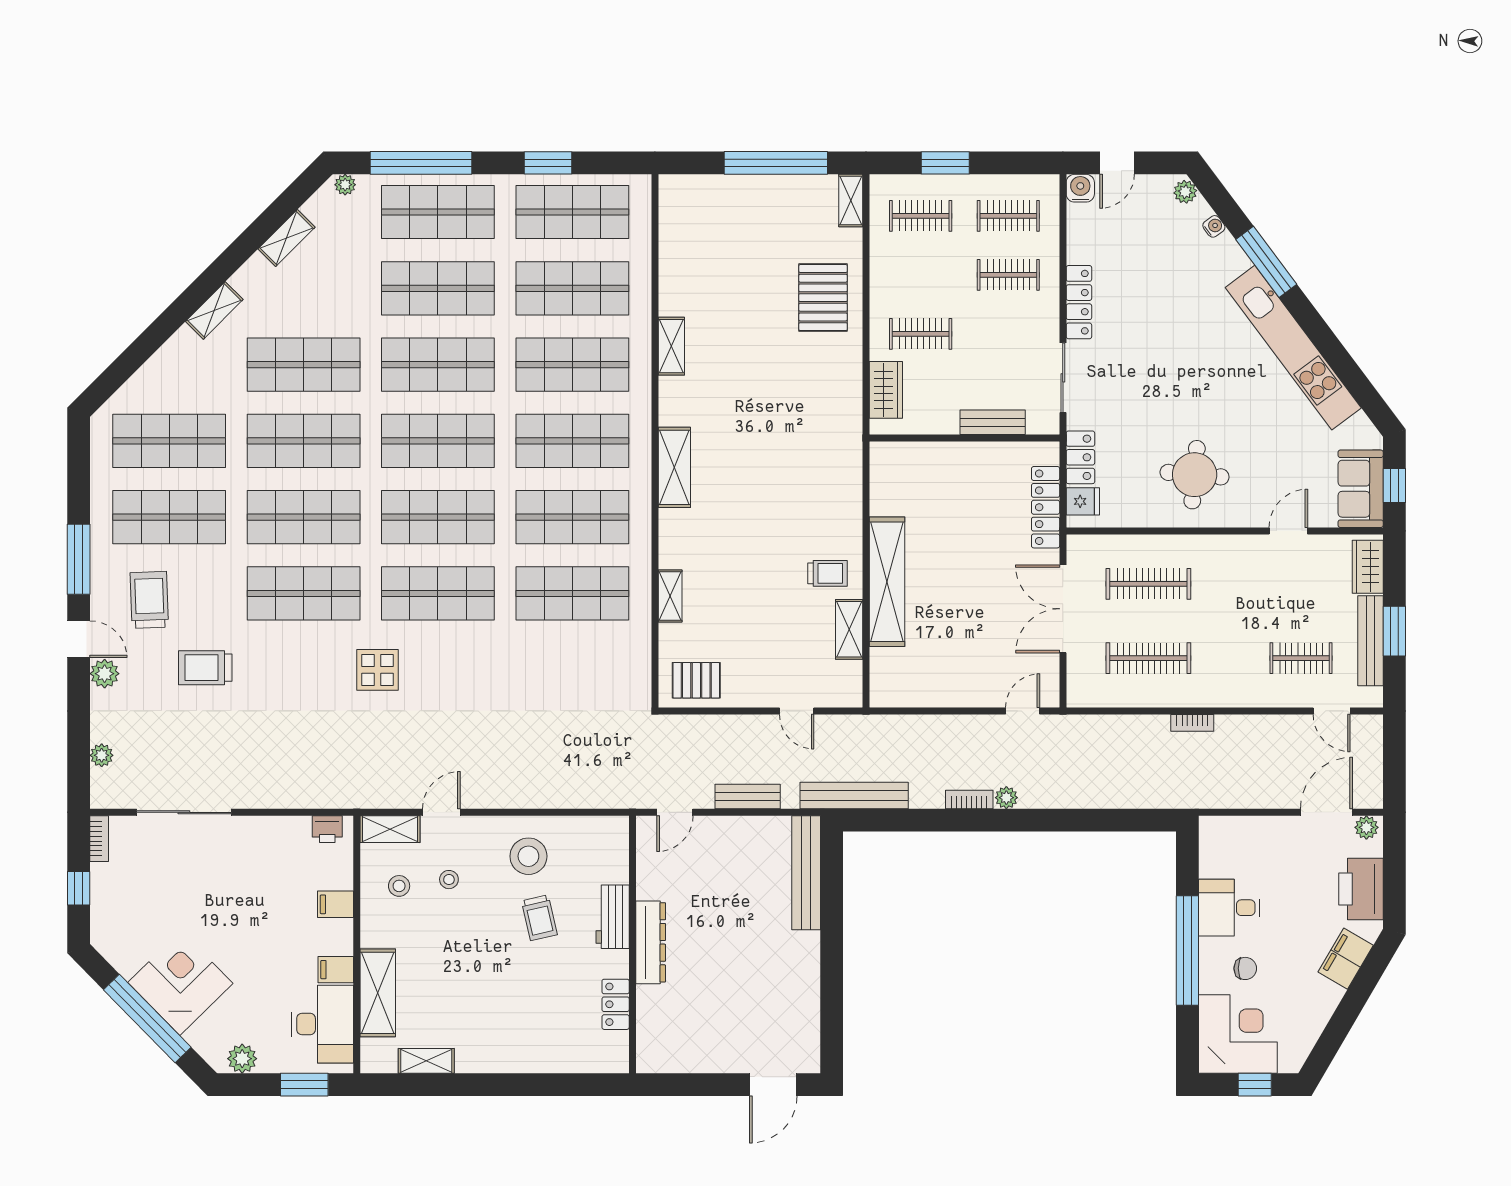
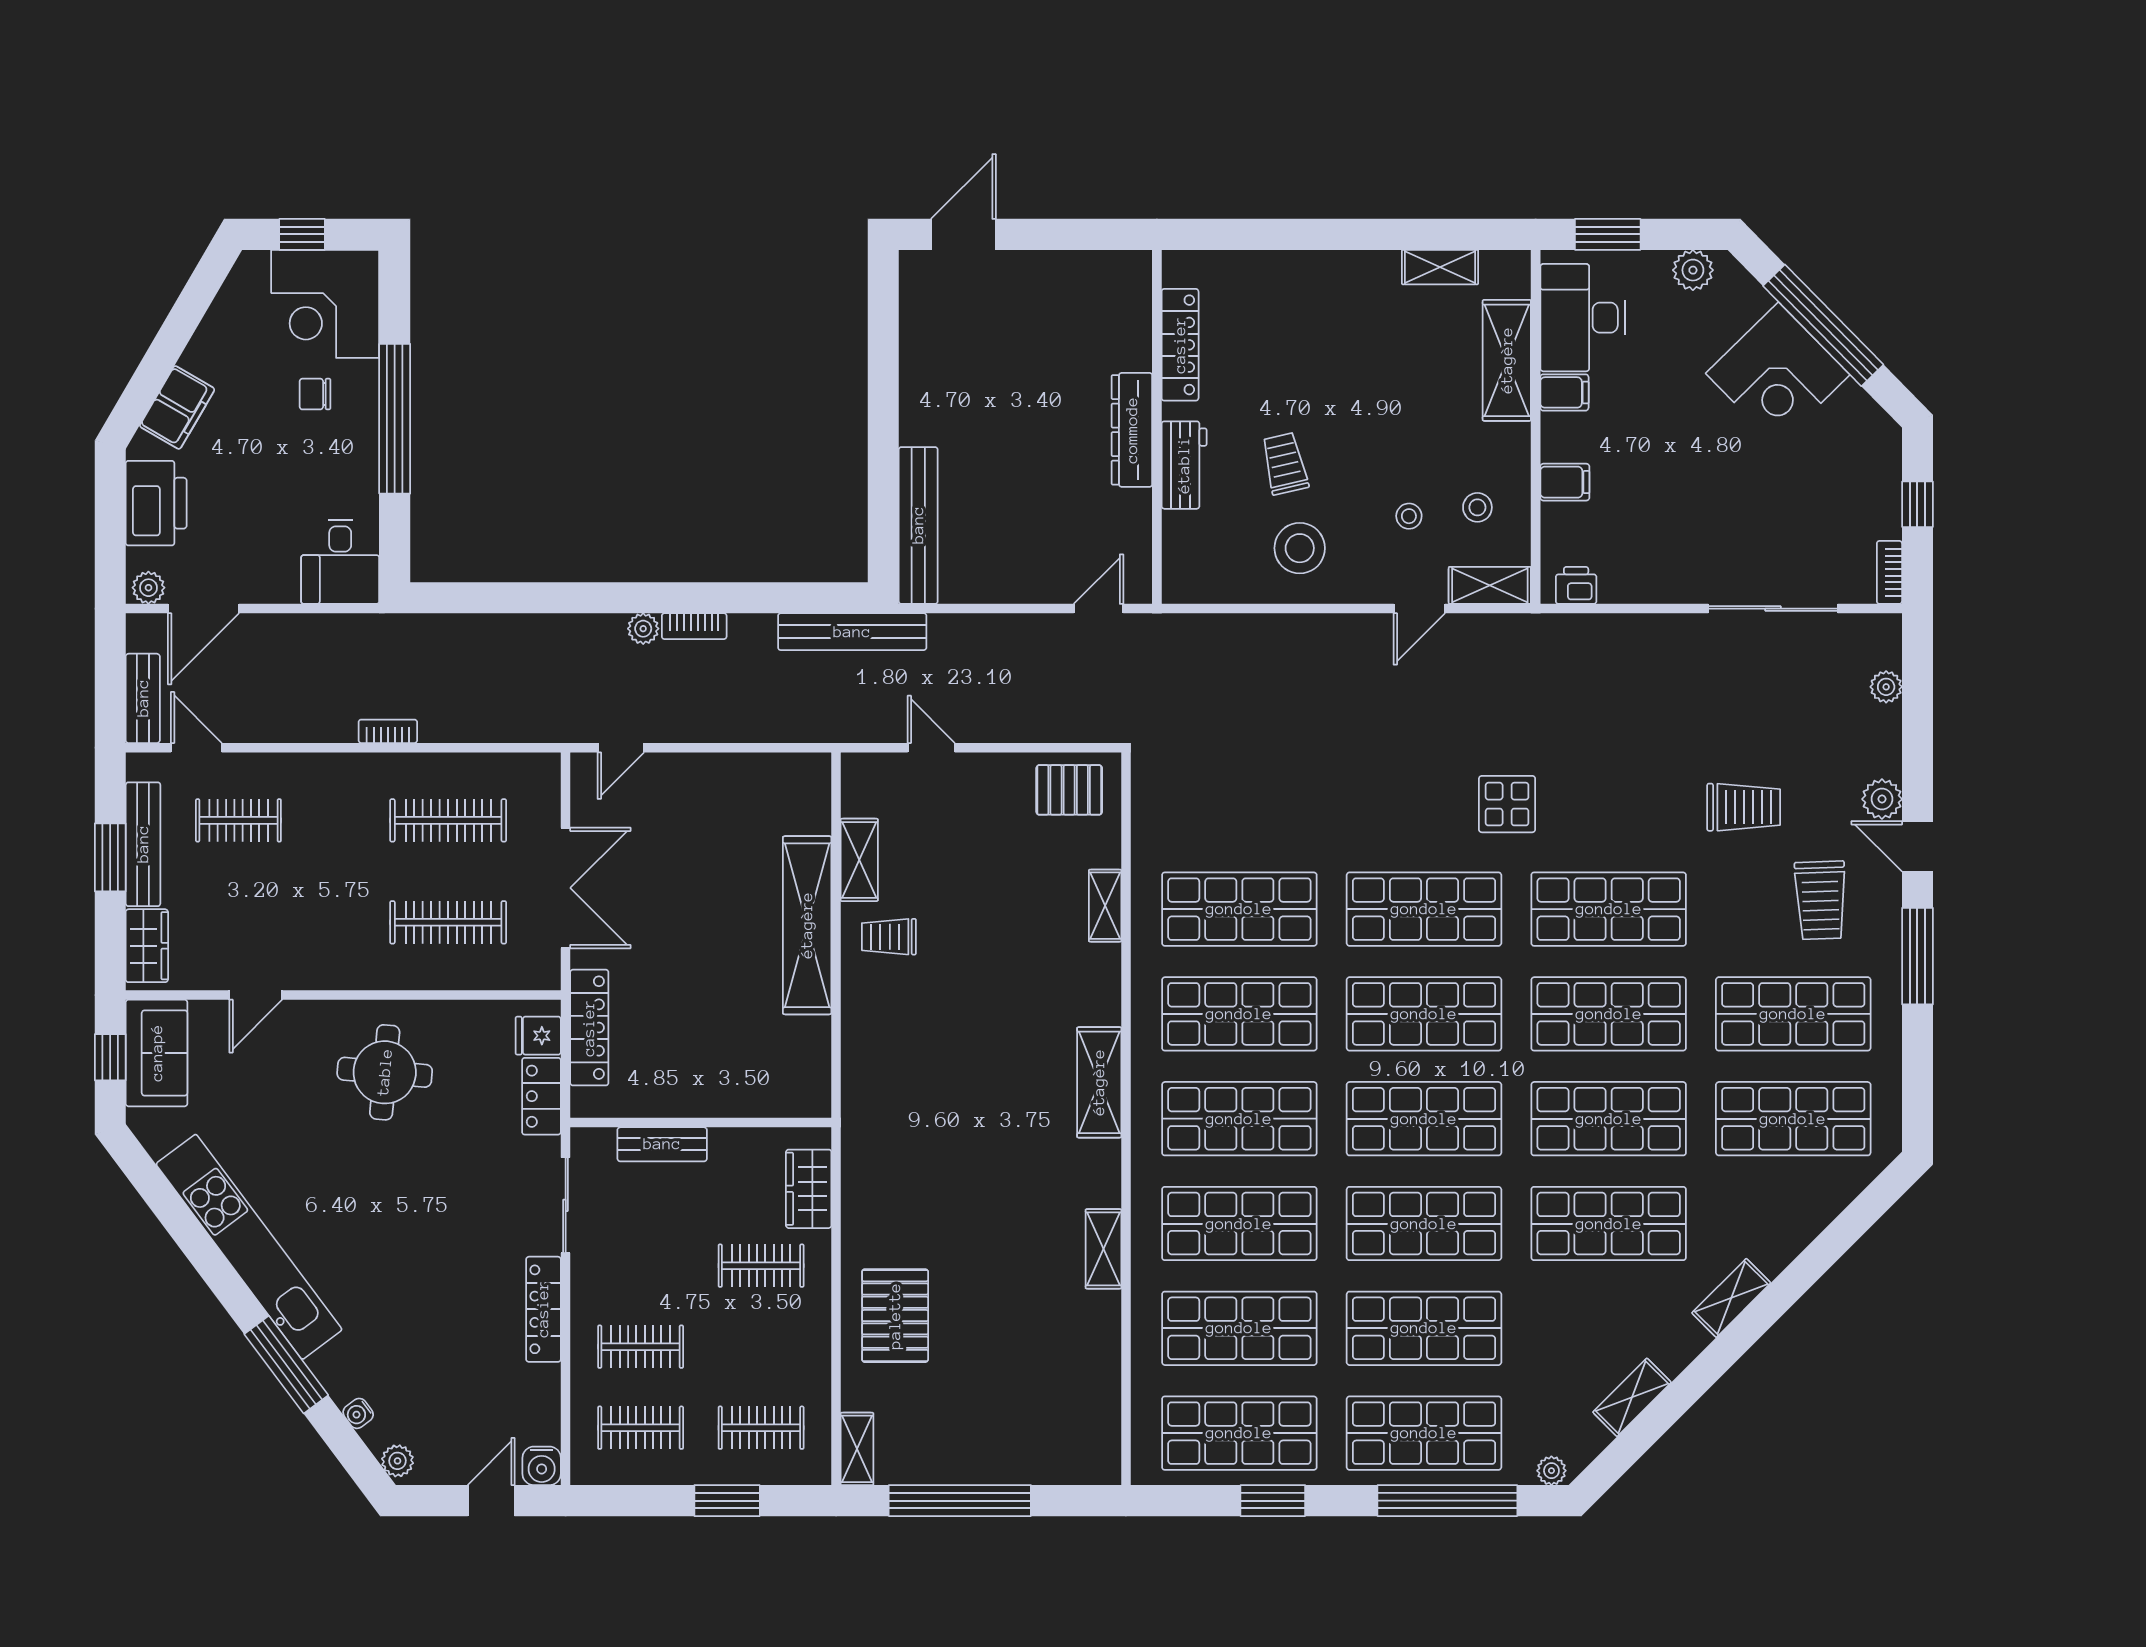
bench: (748, 796) -> (143, 698), moved, turned 90
desk: (1229, 908) -> (340, 562), moved, turned 90
locker: (616, 1004) -> (1180, 345), width x1.53

